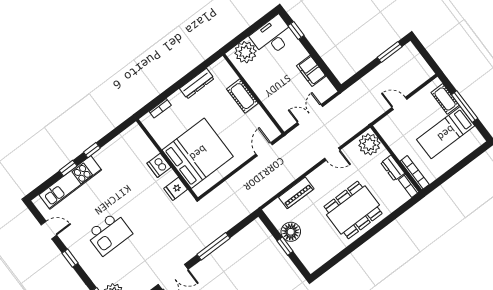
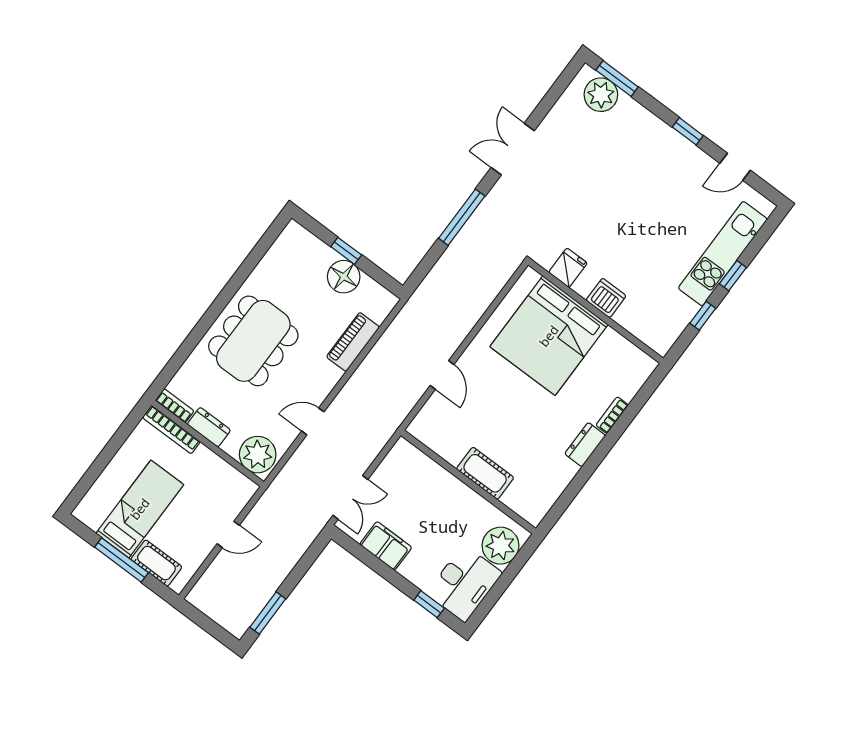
dresser: (197, 84) -> (585, 445), moved, width x0.70
double door: (310, 114) -> (350, 497), moved
door: (264, 149) -> (442, 375), moved
bed: (198, 153) -> (549, 336), moved
wall: (167, 159) -> (596, 312), moved
dishwasher: (159, 165) -> (606, 298), moved
fridge: (176, 189) -> (568, 268), moved
kitchen island: (109, 234) -> (636, 189), removed

